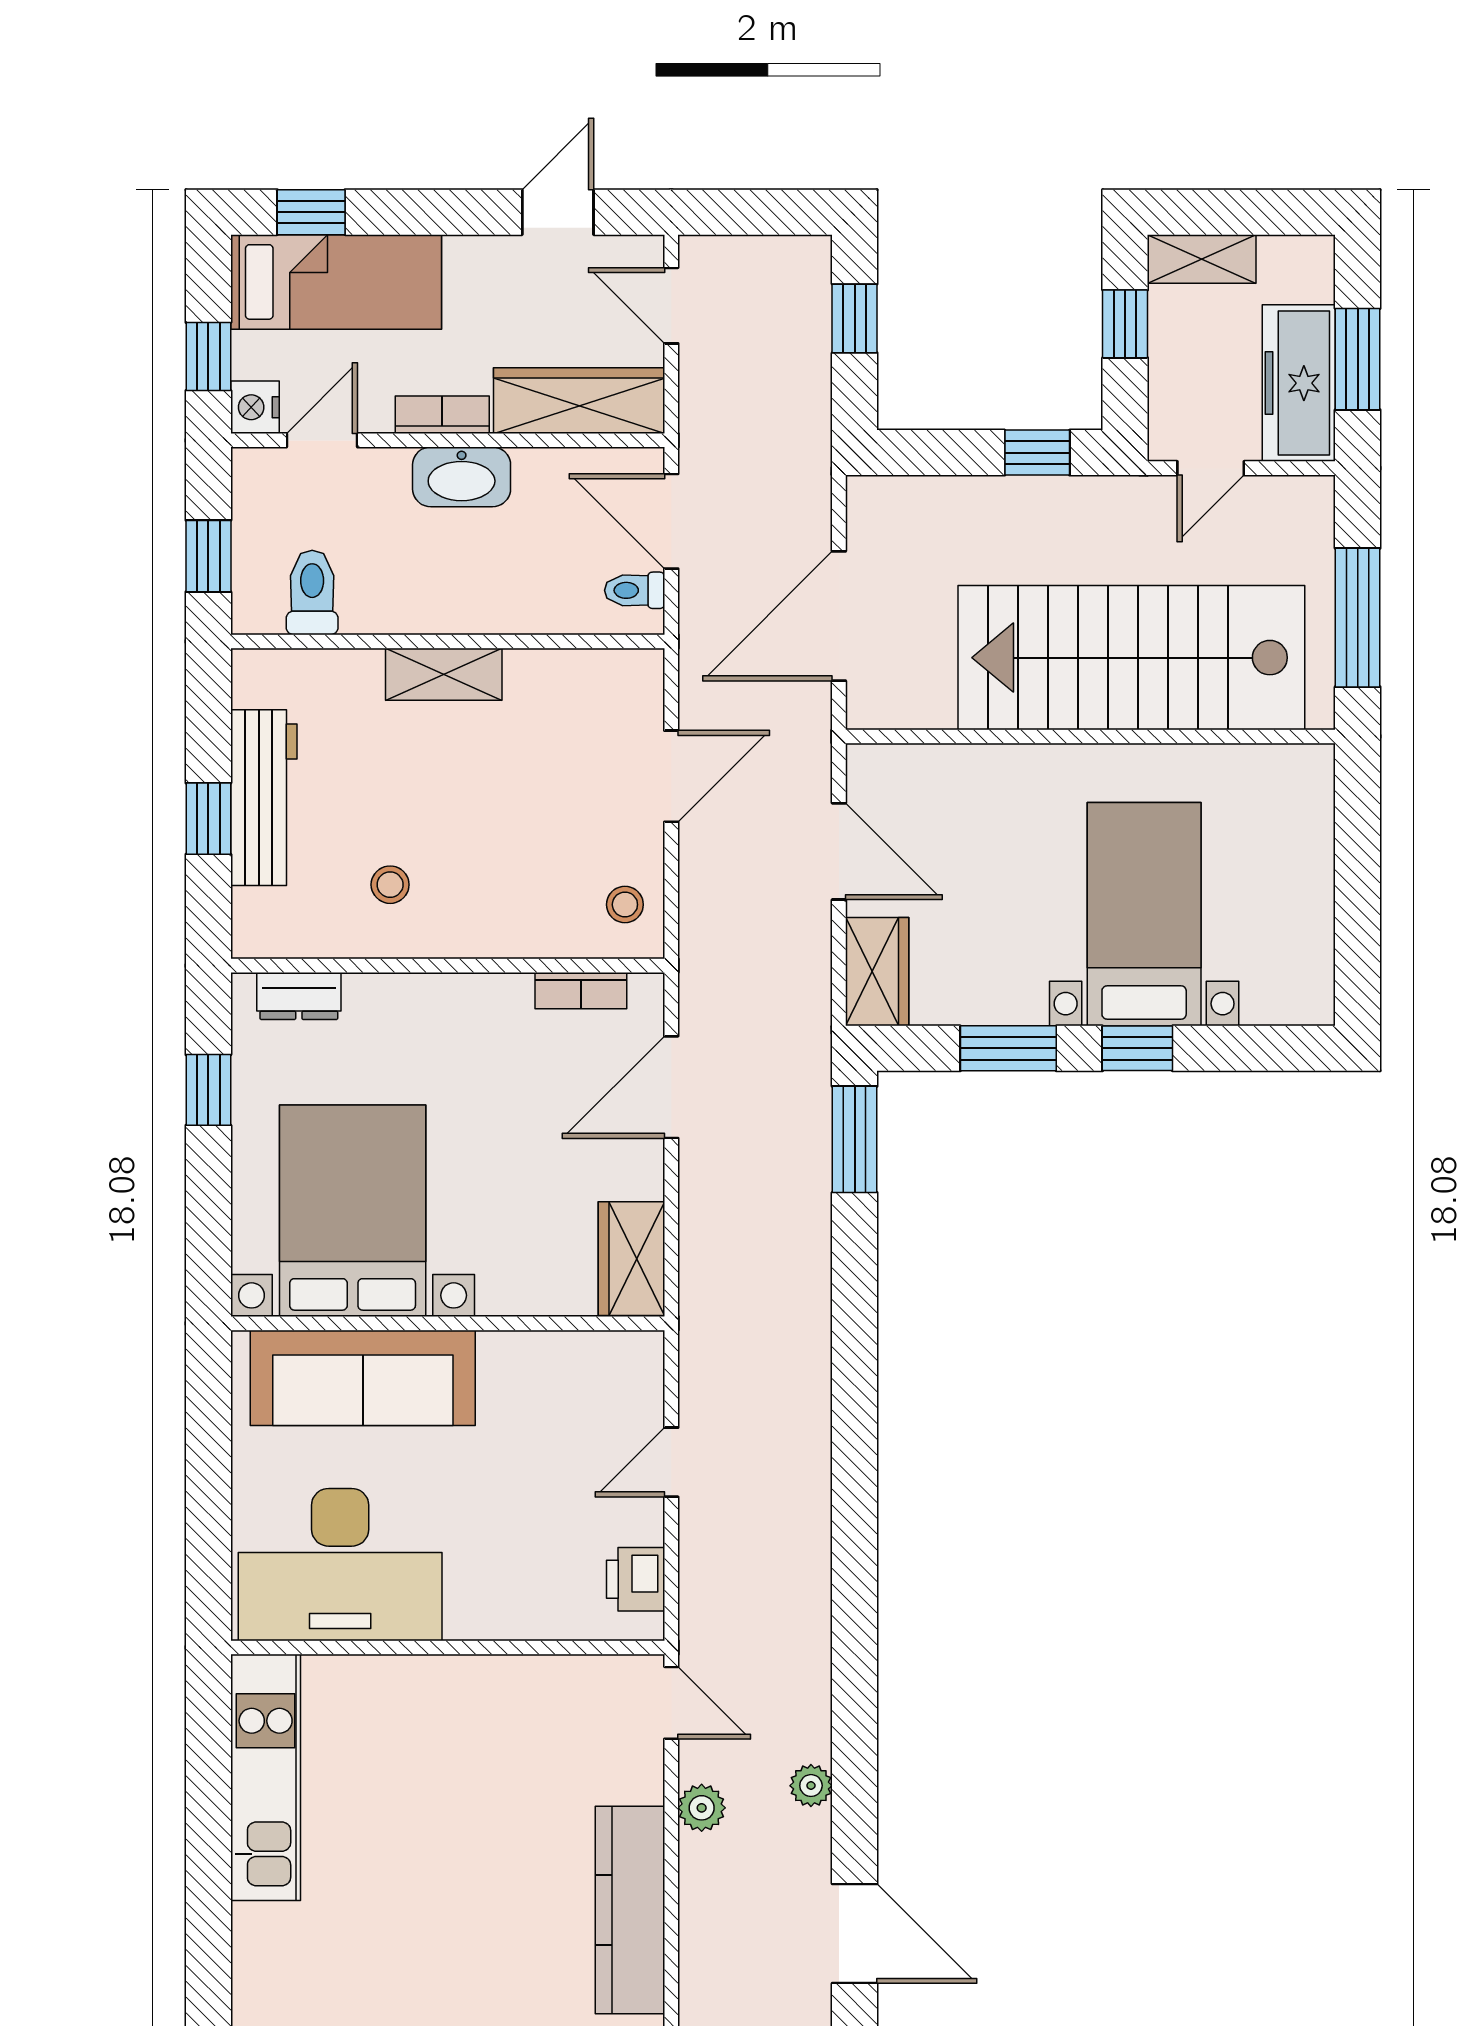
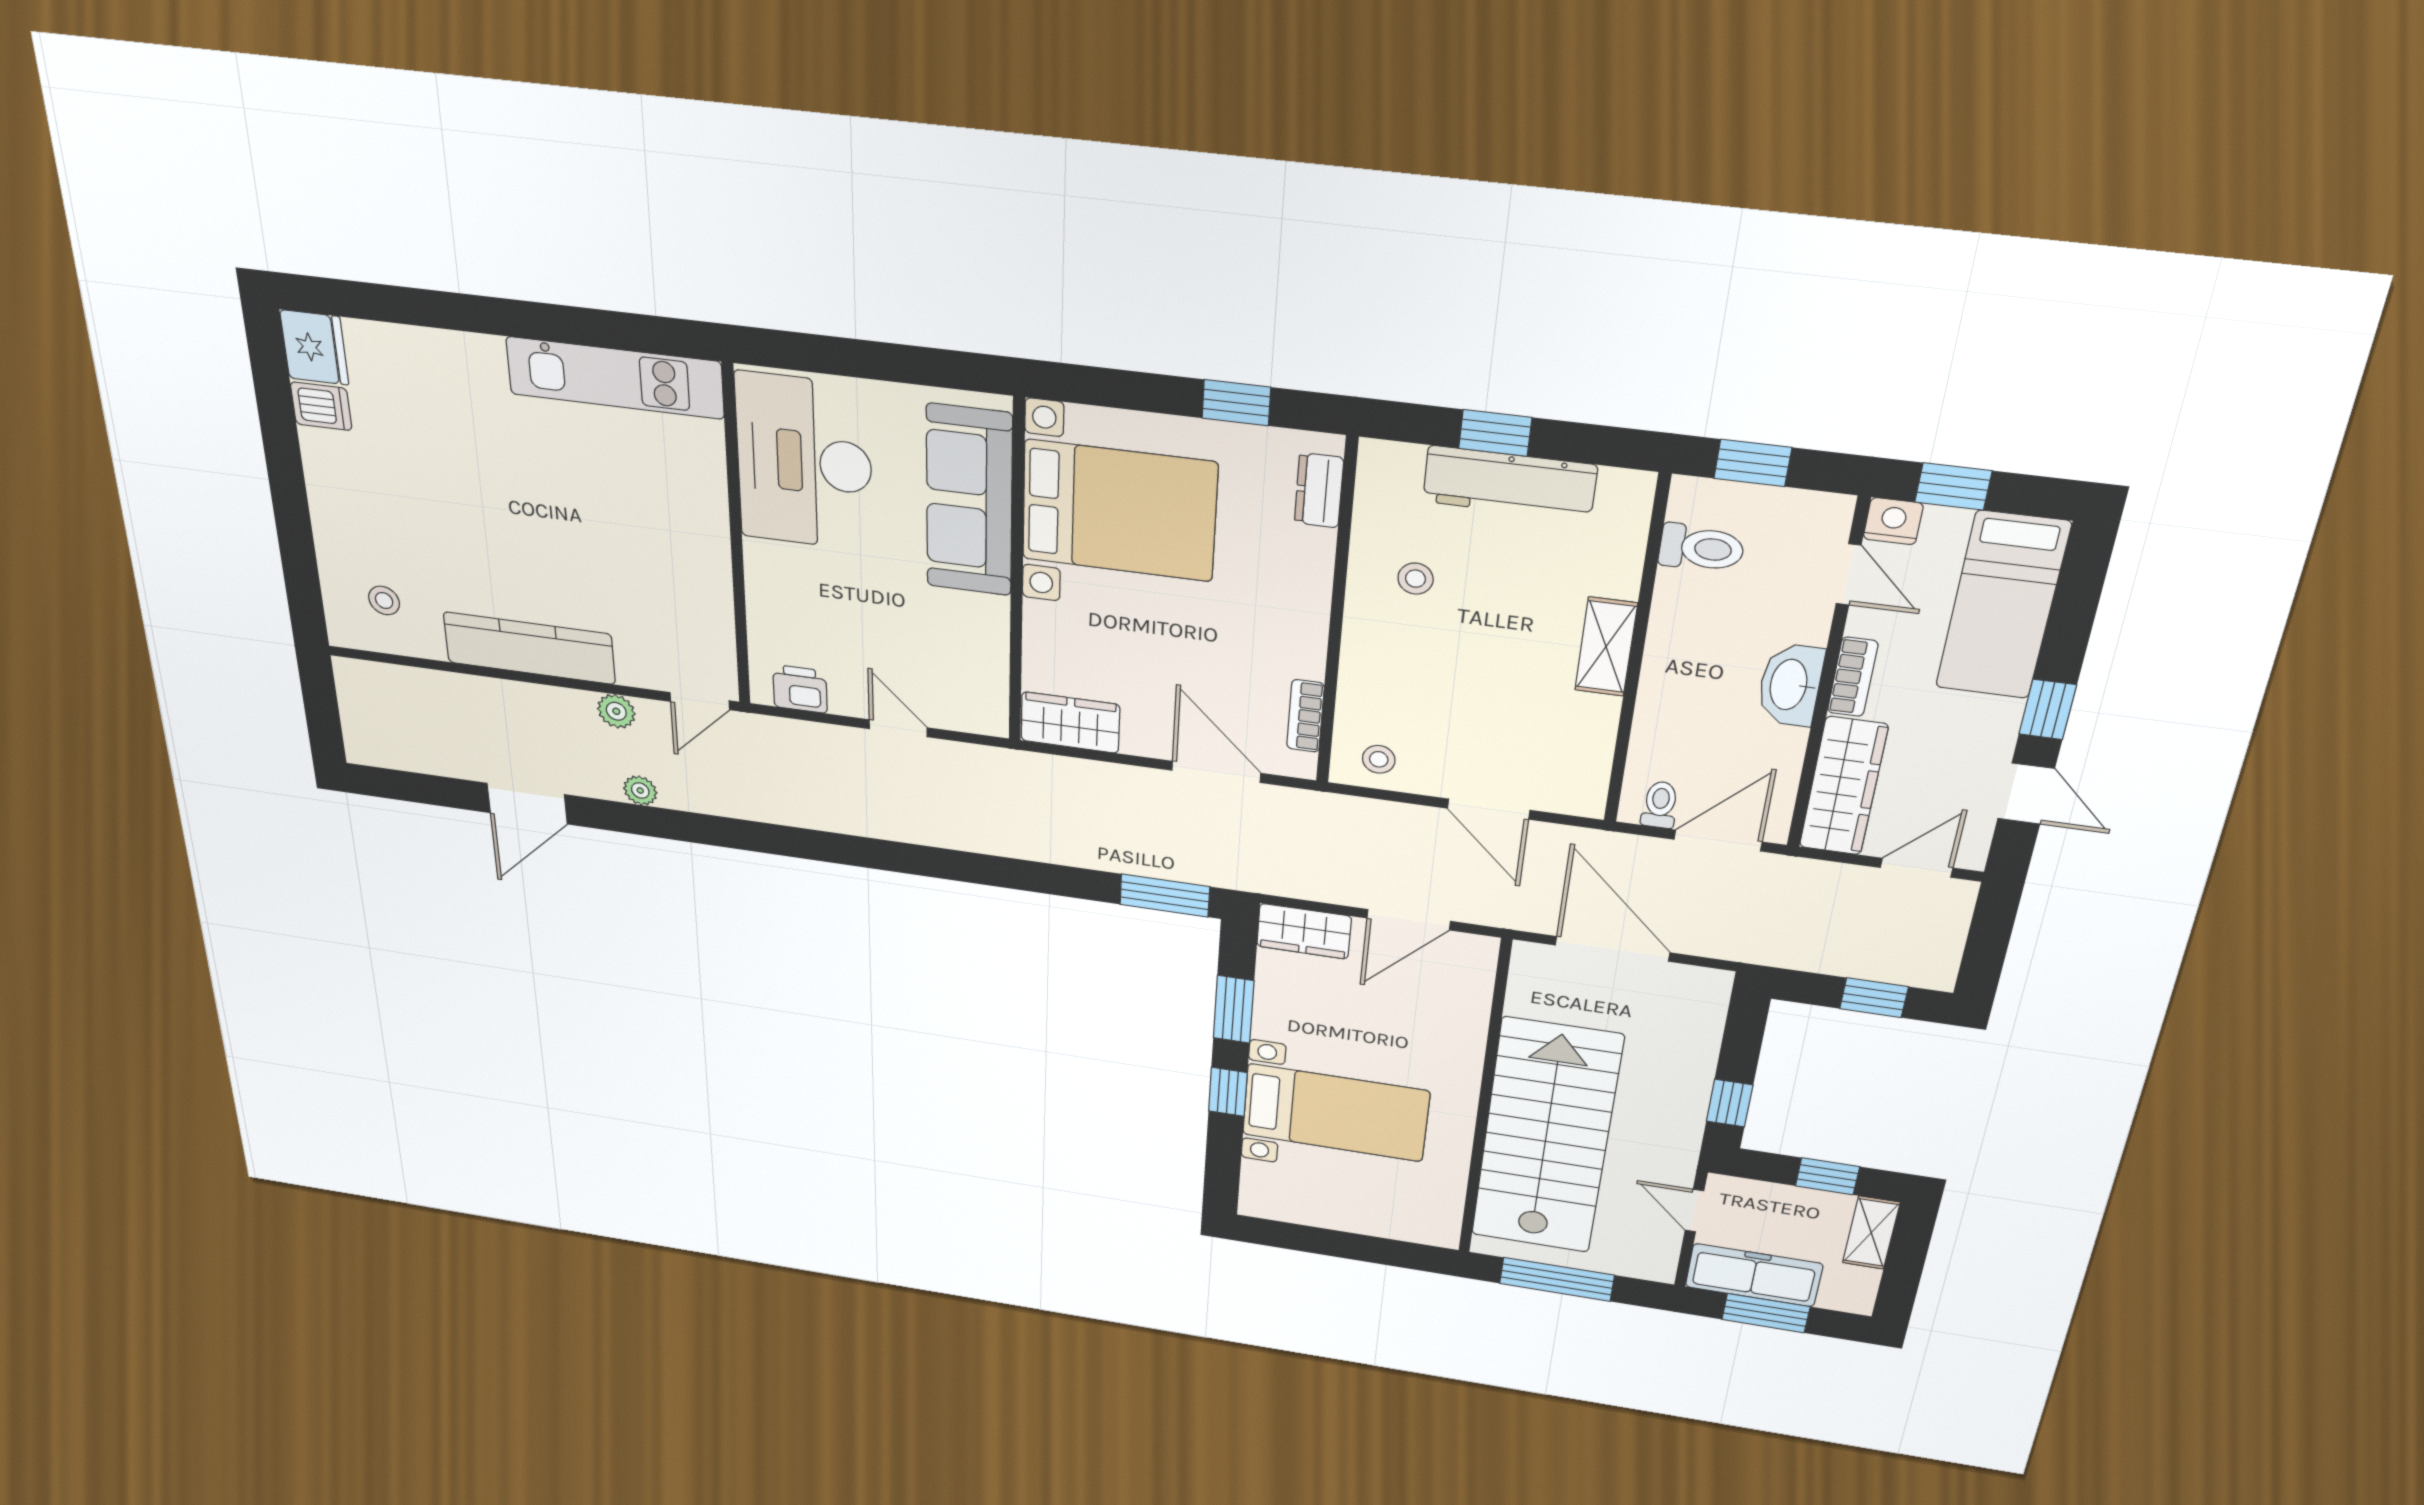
window: (311, 212) -> (2048, 709), moved

